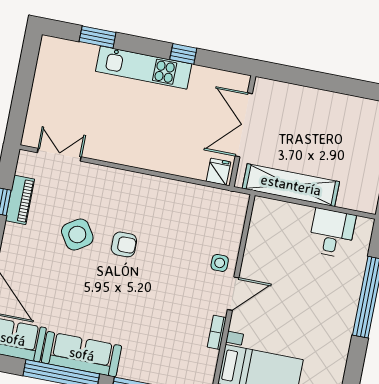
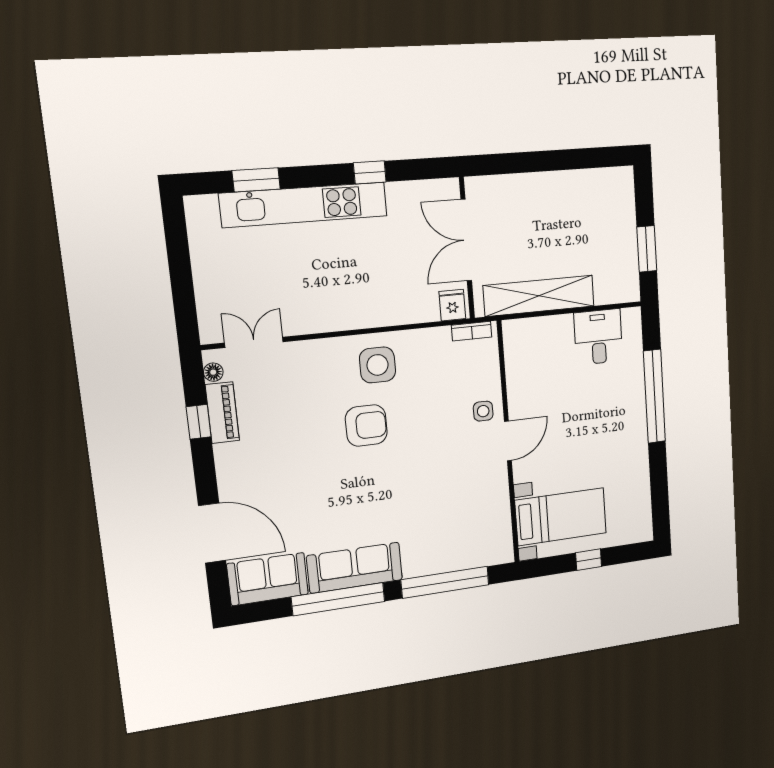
kitchen unit: (144, 68) -> (304, 205), width x1.36
floor lamp: (23, 168) -> (213, 372), added
side table: (77, 234) -> (377, 365), moved, turned 33
armchair: (124, 244) -> (366, 426), width x1.38, depth x1.38
bookcase: (217, 332) -> (472, 331), moved, turned -90

